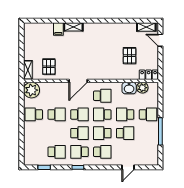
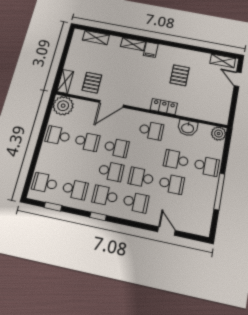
shelving: (43, 27) -> (96, 37), added
filing cabinet: (58, 29) -> (151, 50), moved
pallet: (130, 56) -> (180, 75), moved
locker: (149, 75) -> (164, 107), moved
door: (78, 81) -> (111, 104), moved
plant: (142, 88) -> (219, 134), moved
school desk: (102, 114) -> (45, 183), moved
door: (128, 167) -> (166, 231), swing flipped

